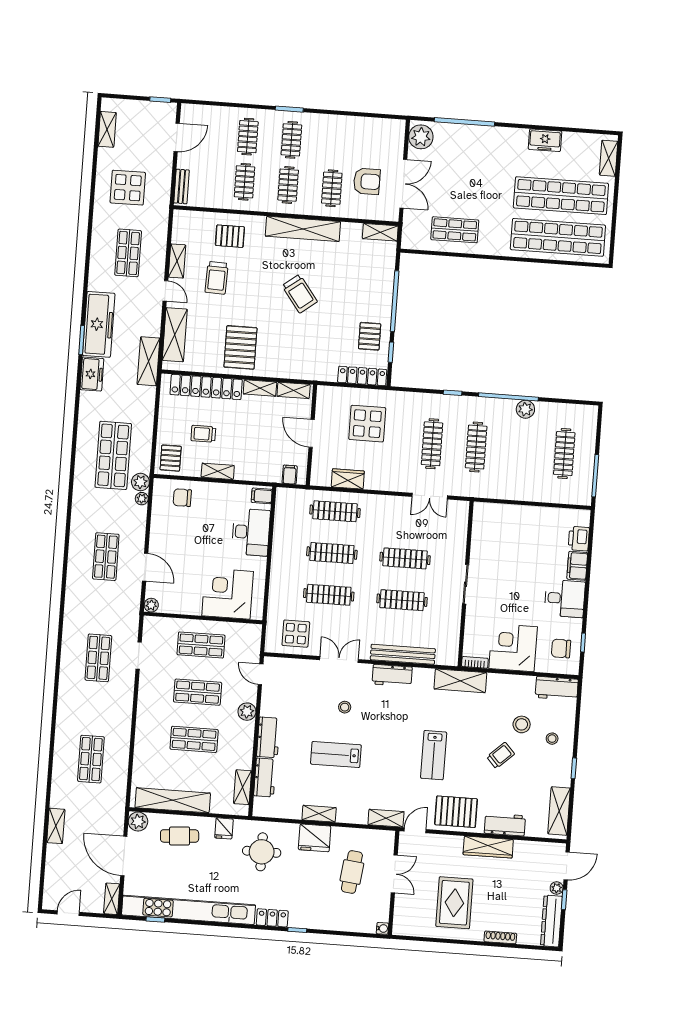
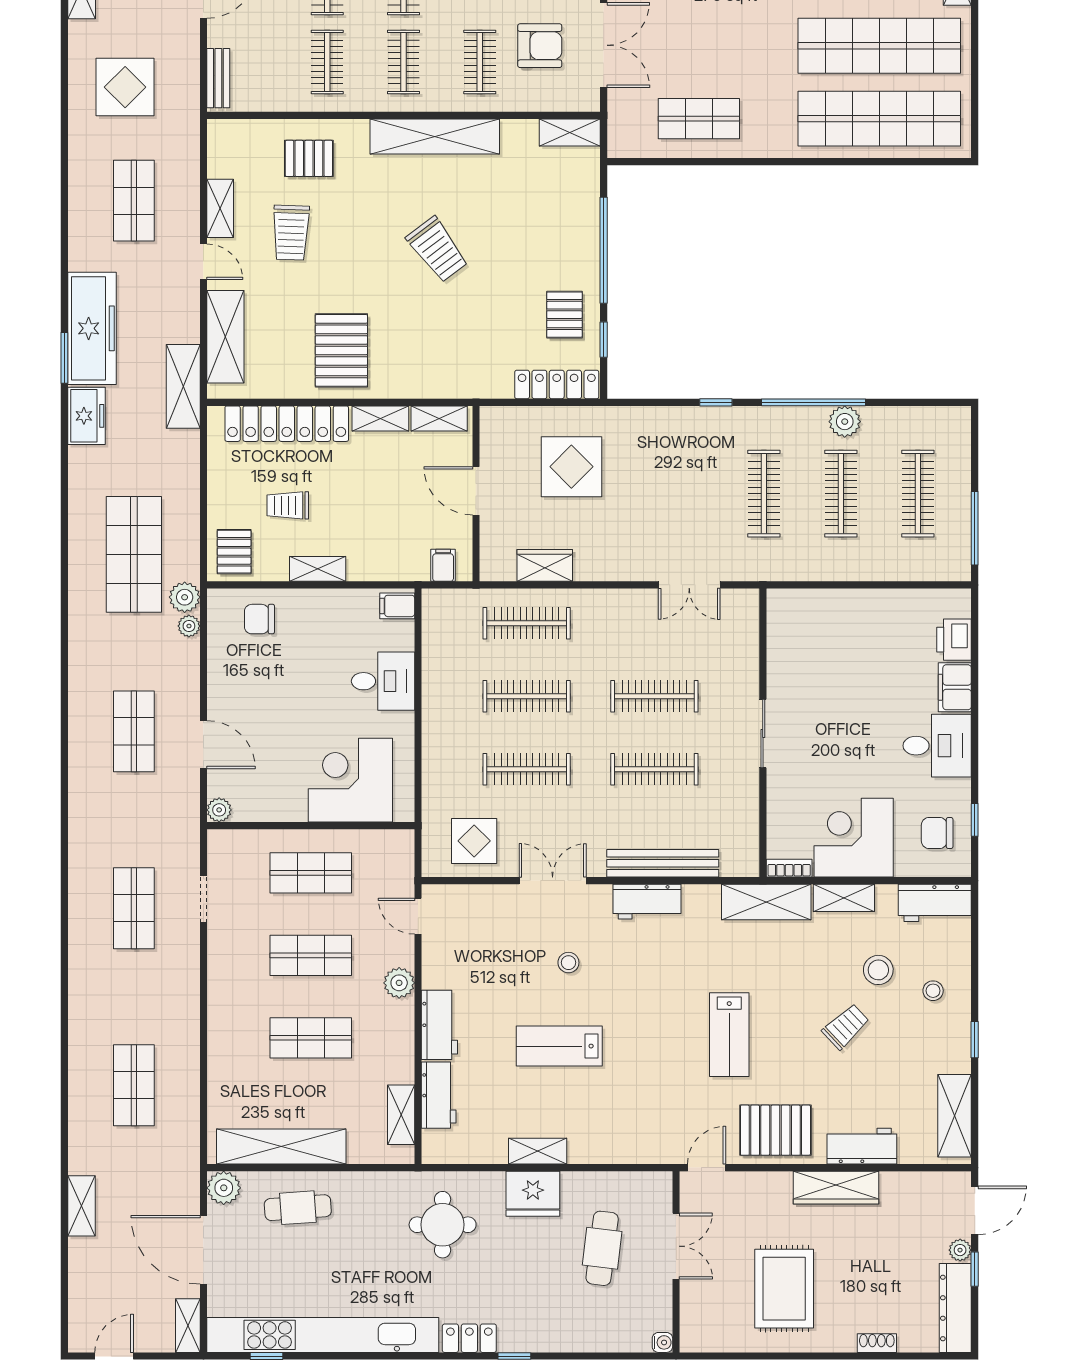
clothes rail: (432, 444) -> (841, 494), moved
desk: (251, 532) -> (383, 681), width x0.73
shelving: (386, 818) -> (844, 898), moved
fridge: (224, 828) -> (374, 1189), removed
shoe rack: (500, 937) -> (877, 1343), width x0.70

